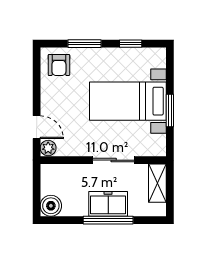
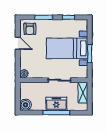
door: (37, 127) -> (18, 43), moved

